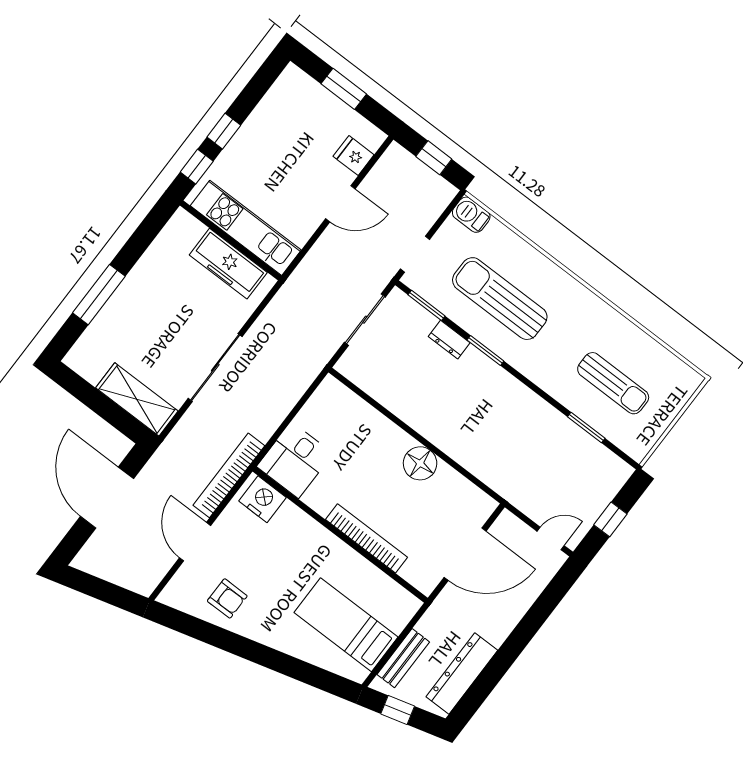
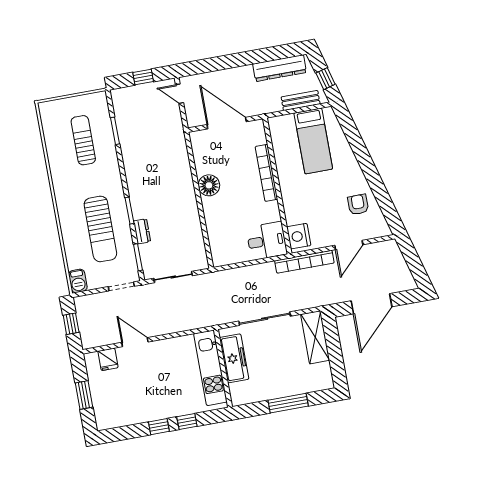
kitchen unit: (246, 228) -> (210, 368), moved
wall: (231, 240) -> (223, 368), moved
freezer: (228, 264) -> (234, 358), moved

